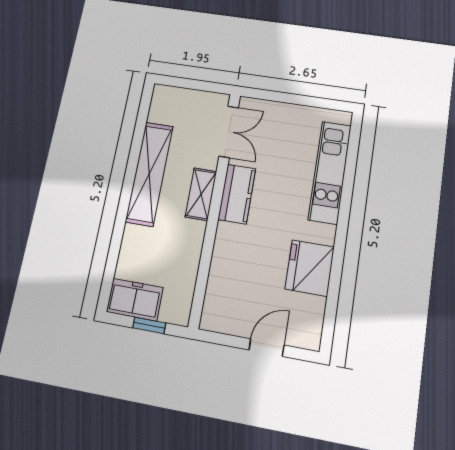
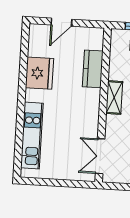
shelving: (201, 194) -> (114, 97), moved
kitchen counter: (237, 194) -> (93, 69), moved

